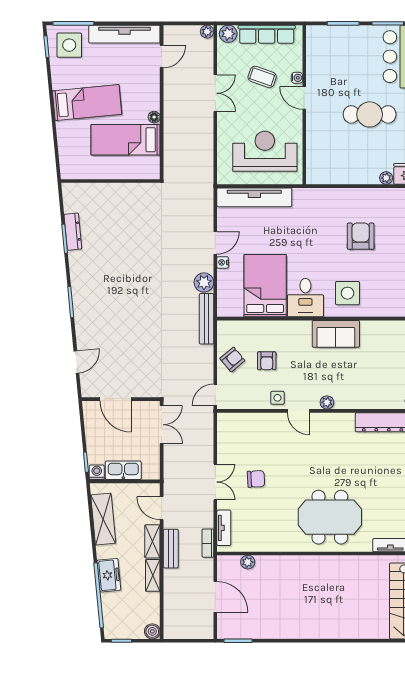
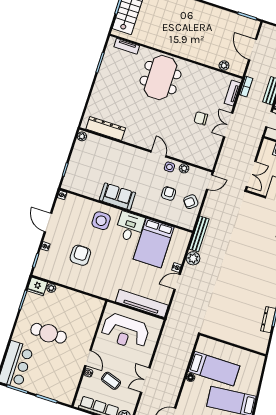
armchair: (361, 236) -> (80, 255), turned 180
plant: (327, 402) -> (184, 168), moved
double door: (162, 425) -> (251, 174), swing flipped
meeting table: (330, 517) -> (160, 78), turned 90

